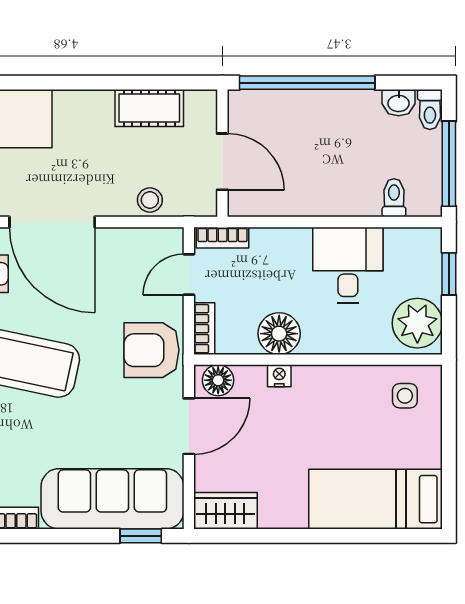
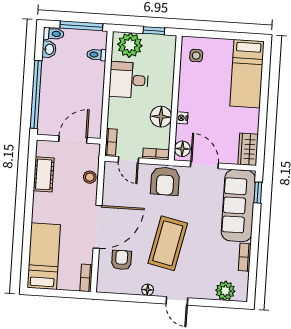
window: (449, 274) -> (154, 31), moved
plant: (417, 323) -> (130, 45), moved

